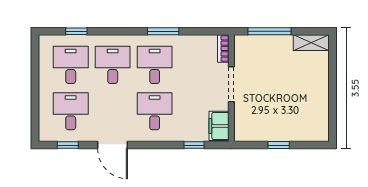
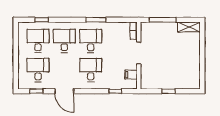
filing cabinet: (219, 126) -> (131, 75), width x0.50

